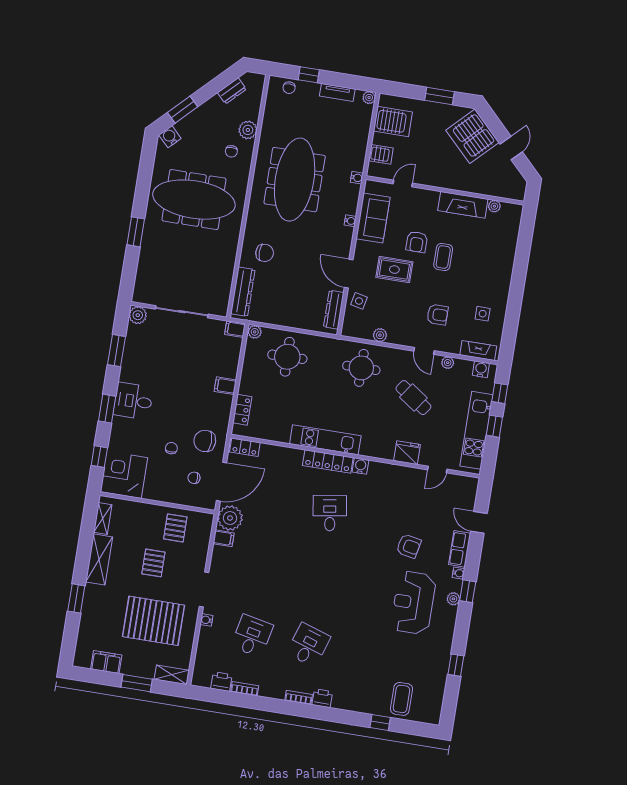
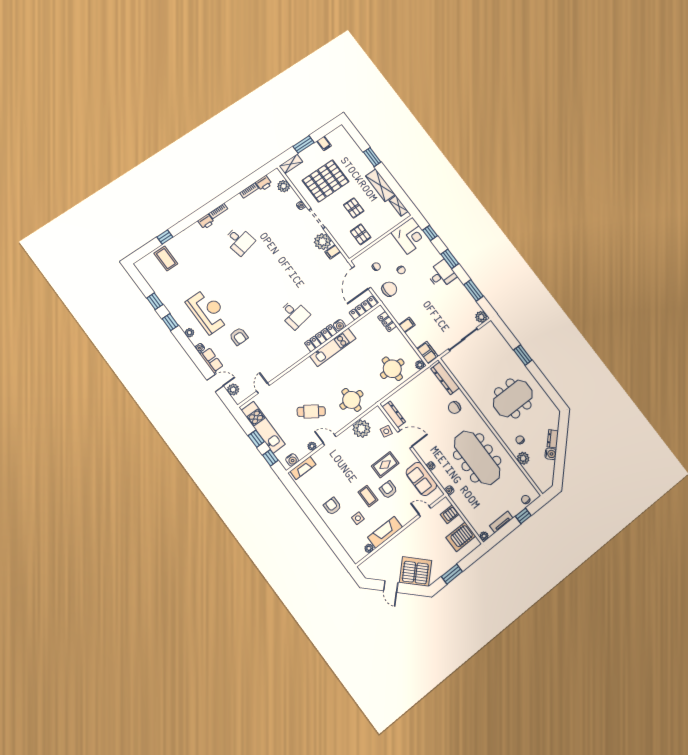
dresser: (232, 91) -> (553, 439), moved
window: (183, 110) -> (562, 436), removed
water cooler: (170, 137) -> (551, 454), moved
door: (403, 183) -> (425, 511), swing flipped
meeting table: (194, 200) -> (513, 398), width x0.73
side table: (483, 314) -> (358, 518), moved
armchair: (437, 315) -> (332, 506), moved, turned 90
filing cabinet: (235, 329) -> (427, 353), width x2.00
plant: (380, 335) -> (361, 429), width x1.88, depth x1.88
locker: (245, 447) -> (363, 308), width x1.53
fridge: (407, 453) -> (287, 381), removed
water cooler: (360, 466) -> (339, 325), moved
plant: (468, 498) -> (233, 390), added
plant: (230, 518) -> (323, 242), moved
armchair: (409, 546) -> (239, 336), turned -101
window: (468, 591) -> (170, 322), moved
desk: (252, 636) -> (271, 219), removed
desk: (308, 645) -> (239, 241), turned -30
plant: (204, 658) -> (284, 186), added
filing cabinet: (106, 662) -> (324, 143), width x0.50

